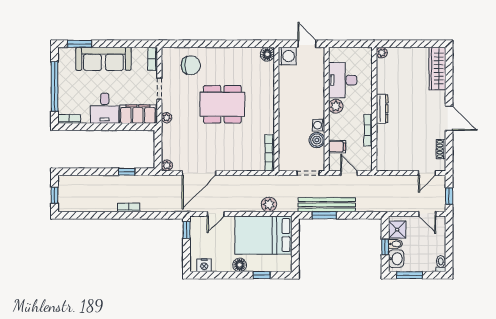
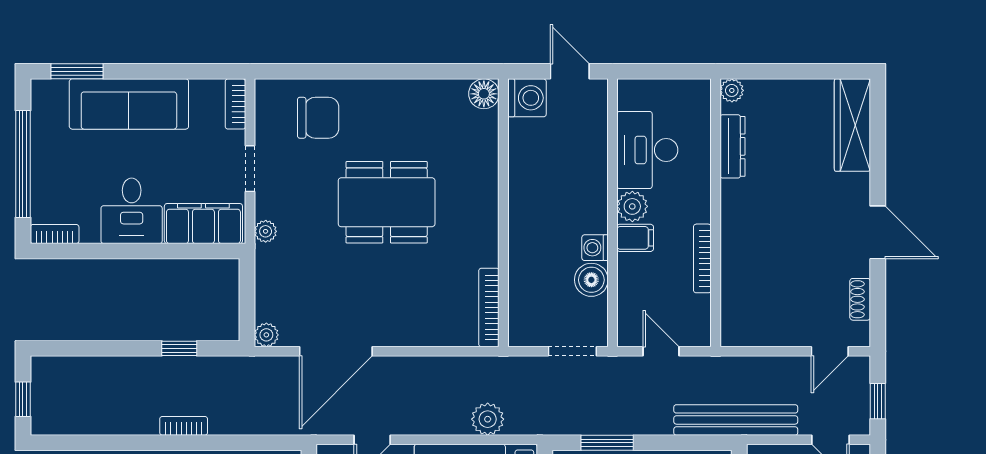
dresser: (382, 109) -> (732, 146), moved
filing cabinet: (337, 147) -> (635, 238), moved
bench: (327, 205) -> (736, 420), moved

